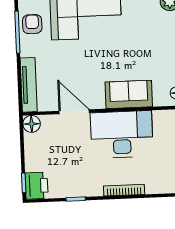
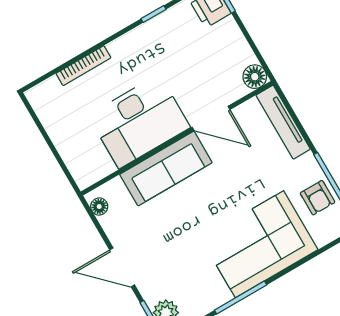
sofa: (129, 94) -> (166, 168), width x1.36
bookcase: (124, 190) -> (83, 66), moved

